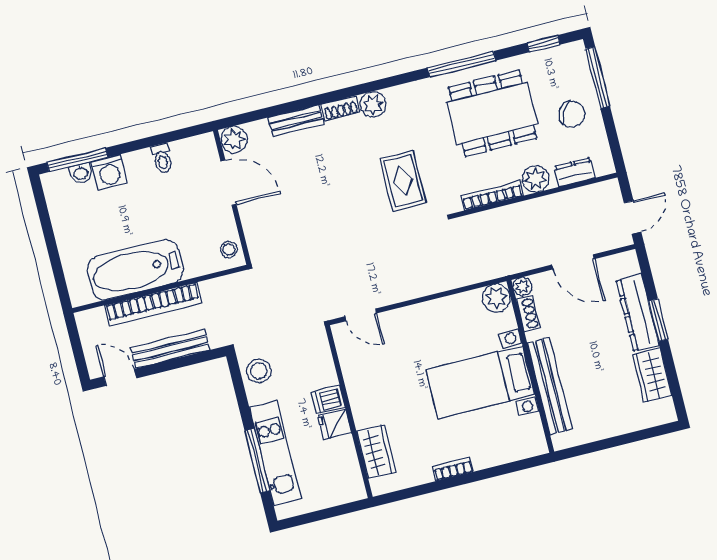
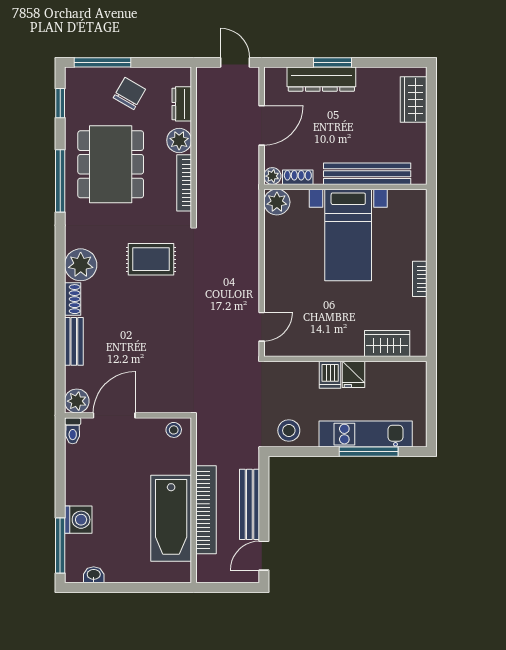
plant: (373, 104) -> (81, 265), width x1.36, depth x1.36
toilet: (162, 159) -> (73, 431), moved, turned 90
washbasin: (81, 173) -> (94, 575), moved, turned -90
wardrobe: (652, 375) -> (414, 99), moved, turned 90

